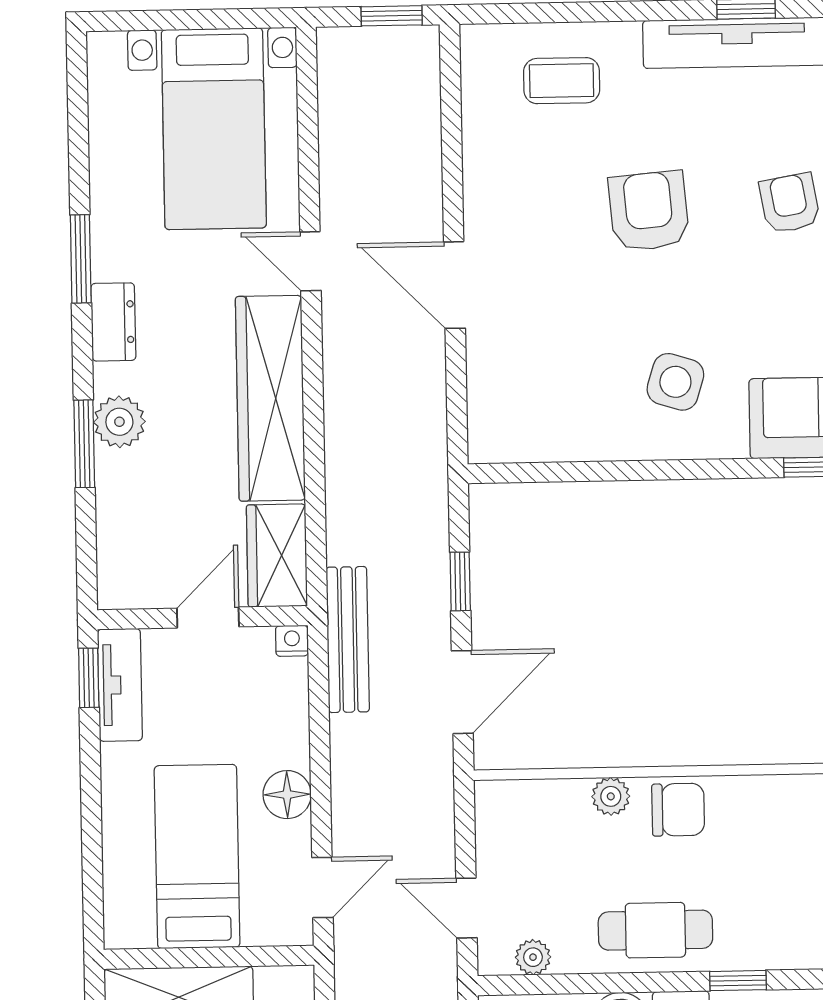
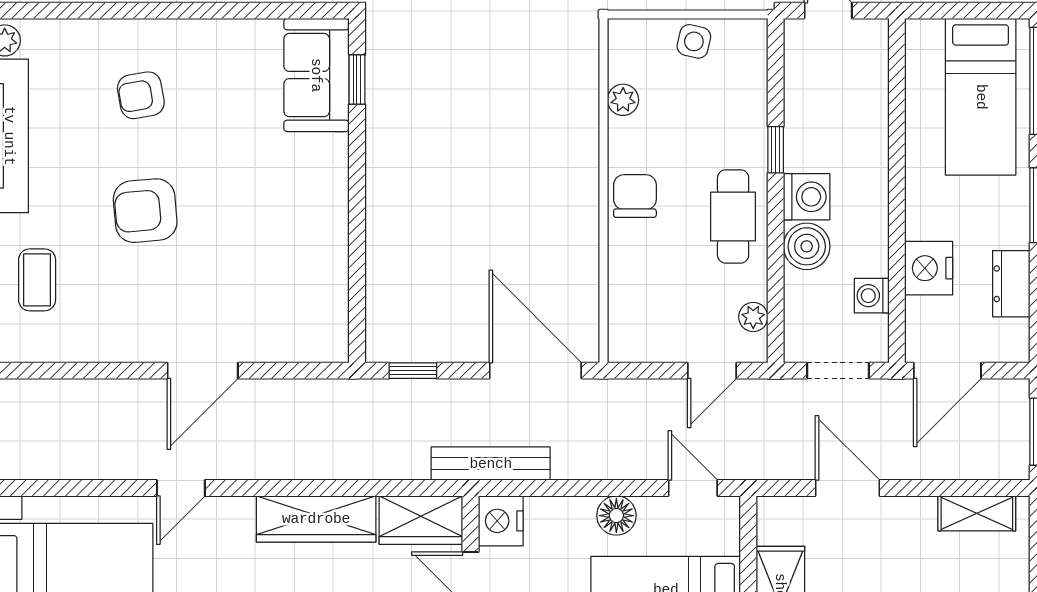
side table: (675, 382) -> (285, 192), removed
wardrobe: (270, 398) -> (316, 519), width x0.71, depth x0.85
window: (460, 581) -> (413, 371), moved
nightstand: (292, 641) -> (501, 521), width x1.89, depth x1.79
door: (462, 692) -> (535, 371), width x1.36
plant: (611, 796) -> (623, 100), moved

